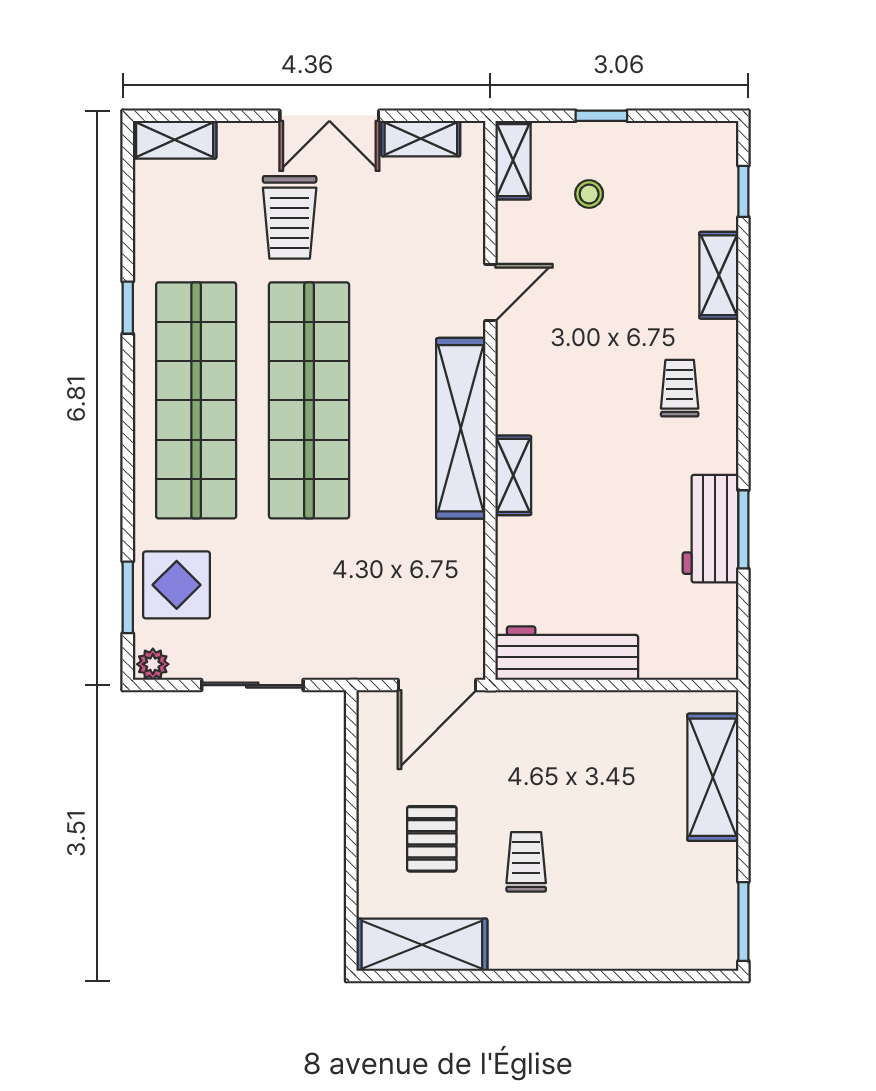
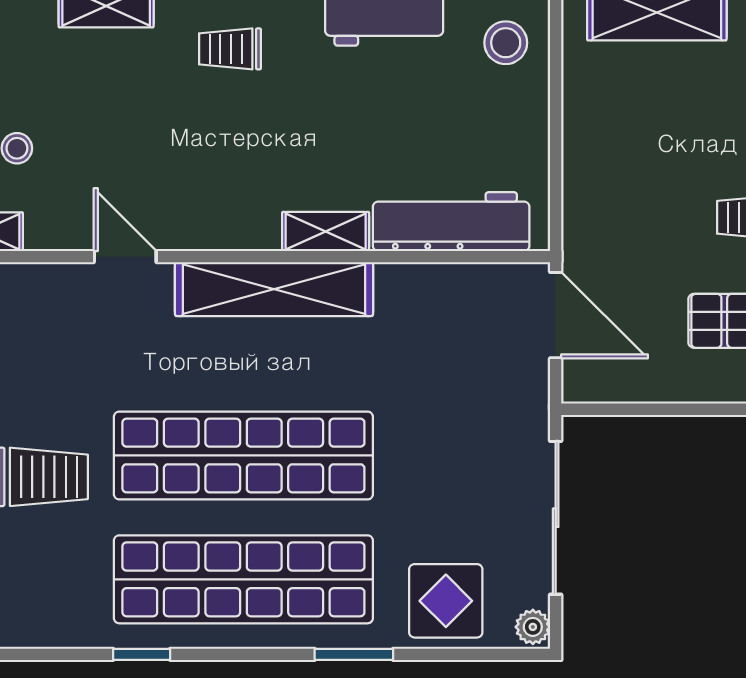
window: (128, 597) -> (354, 654), moved
stool: (685, 639) -> (506, 43), added
workbench: (567, 653) -> (451, 222), moved, turned 90
sliding door: (252, 685) -> (556, 518), width x1.37

